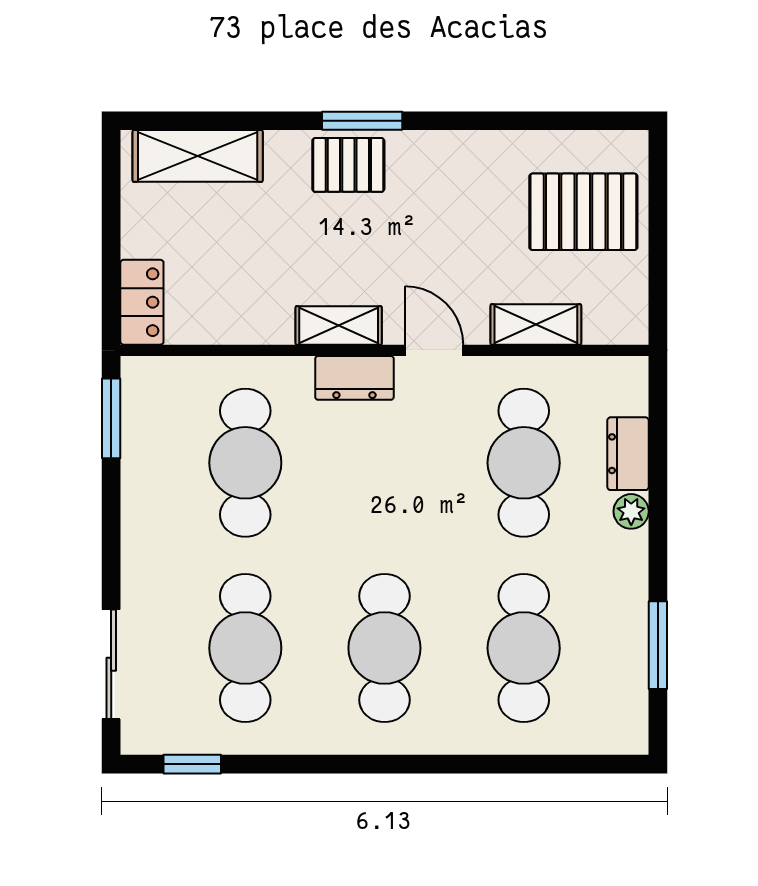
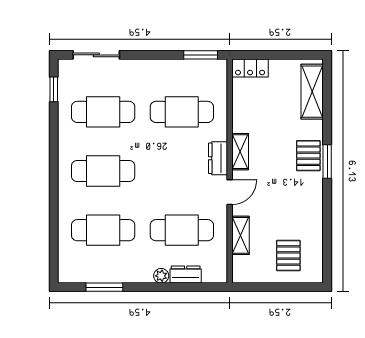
pallet: (583, 212) -> (288, 256), width x0.67, depth x0.71

